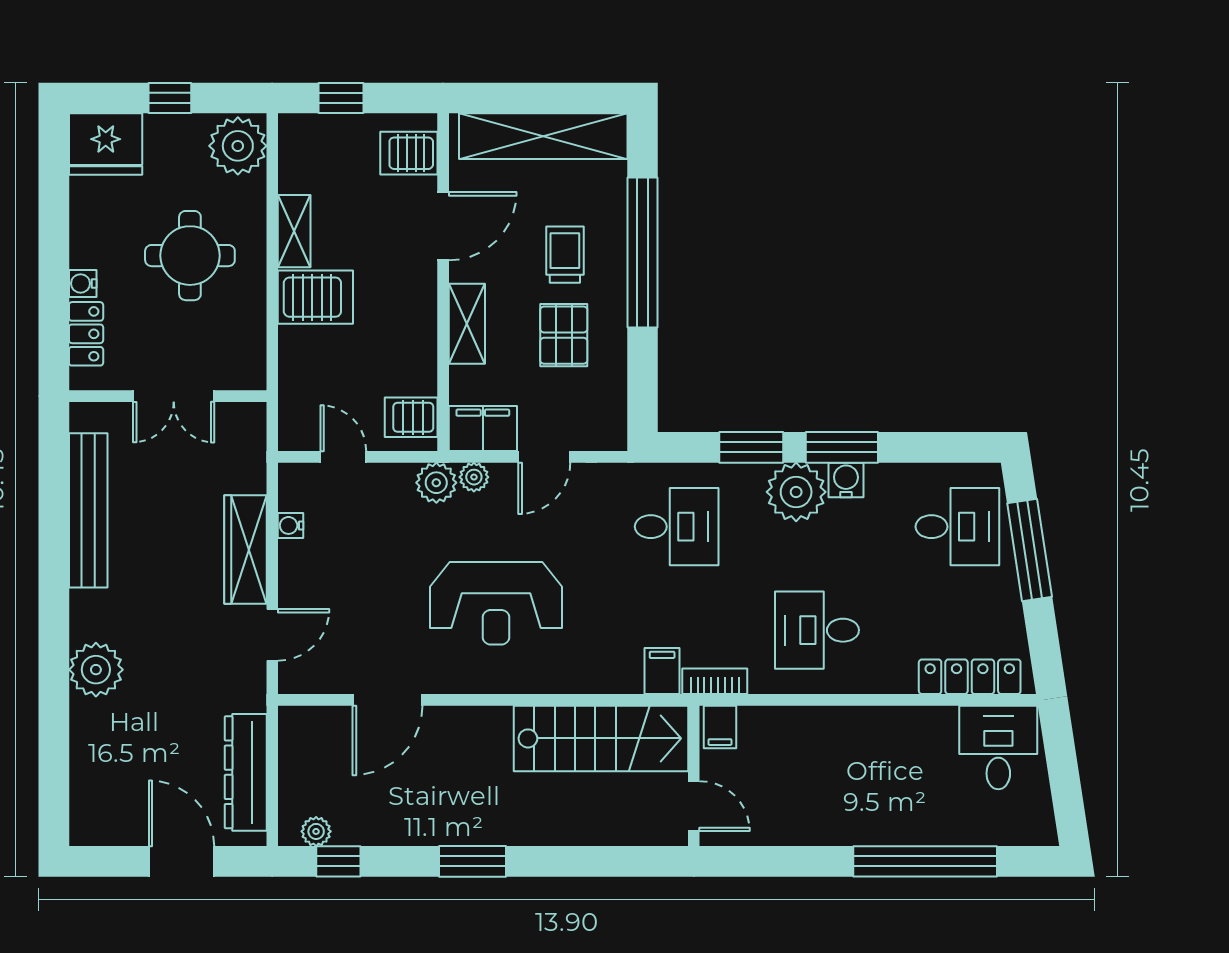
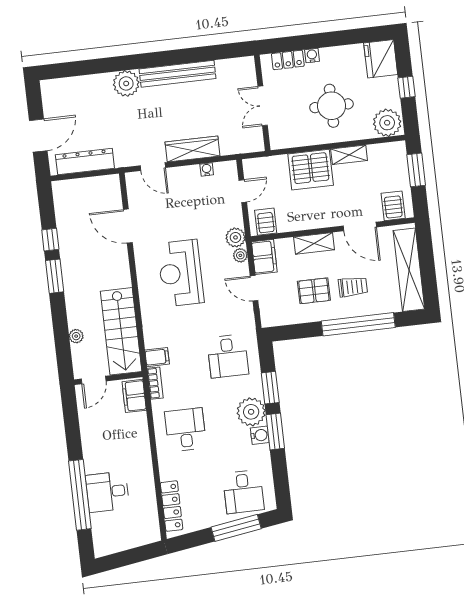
window: (341, 98) -> (416, 170), width x1.50
server rack: (315, 297) -> (311, 170), width x1.60
bench: (88, 510) -> (178, 74), moved
filing cabinet: (720, 727) -> (134, 396), width x2.00
desk: (998, 748) -> (107, 492), moved, turned 180
plant: (316, 831) -> (76, 336), moved
window: (338, 861) -> (50, 240), moved

